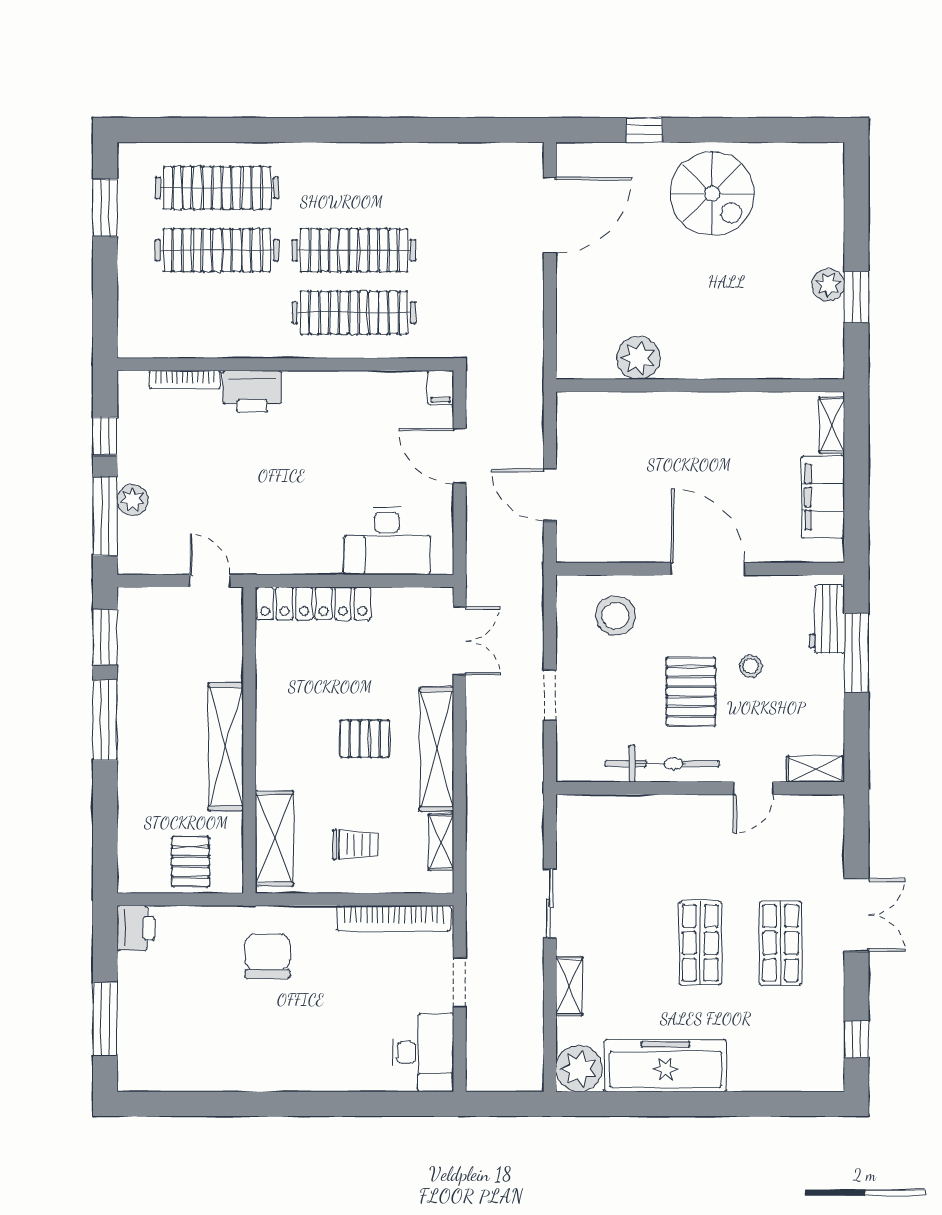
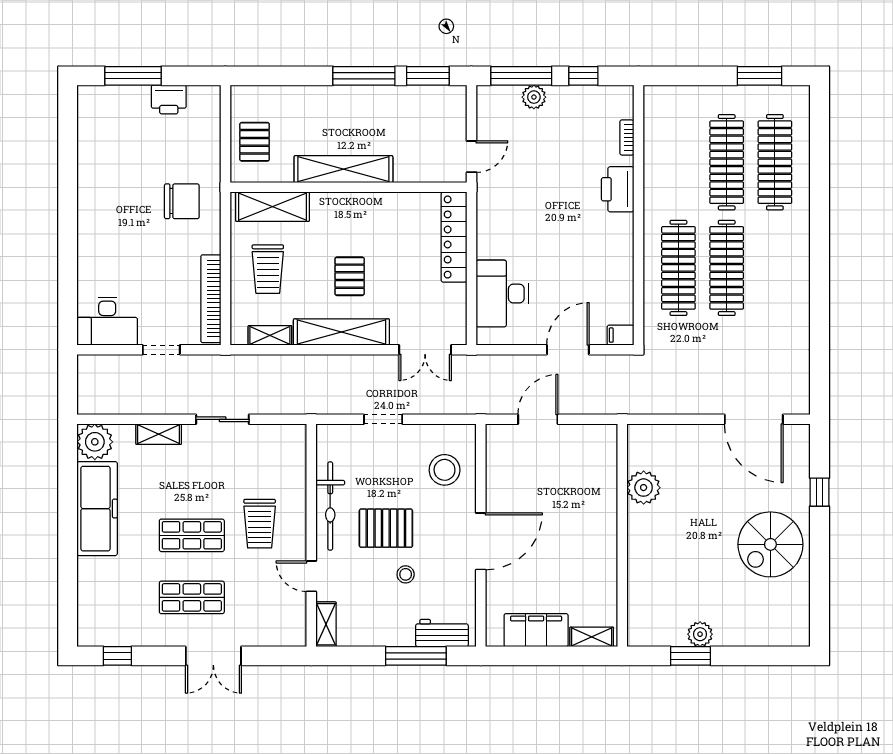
bookcase: (185, 380) -> (627, 137), width x0.64
trolley: (355, 845) -> (268, 269), width x1.36, depth x1.39
trolley: (685, 855) -> (260, 524), added
pallet: (190, 862) -> (255, 142), turned 90
printer: (136, 928) -> (169, 100), moved

